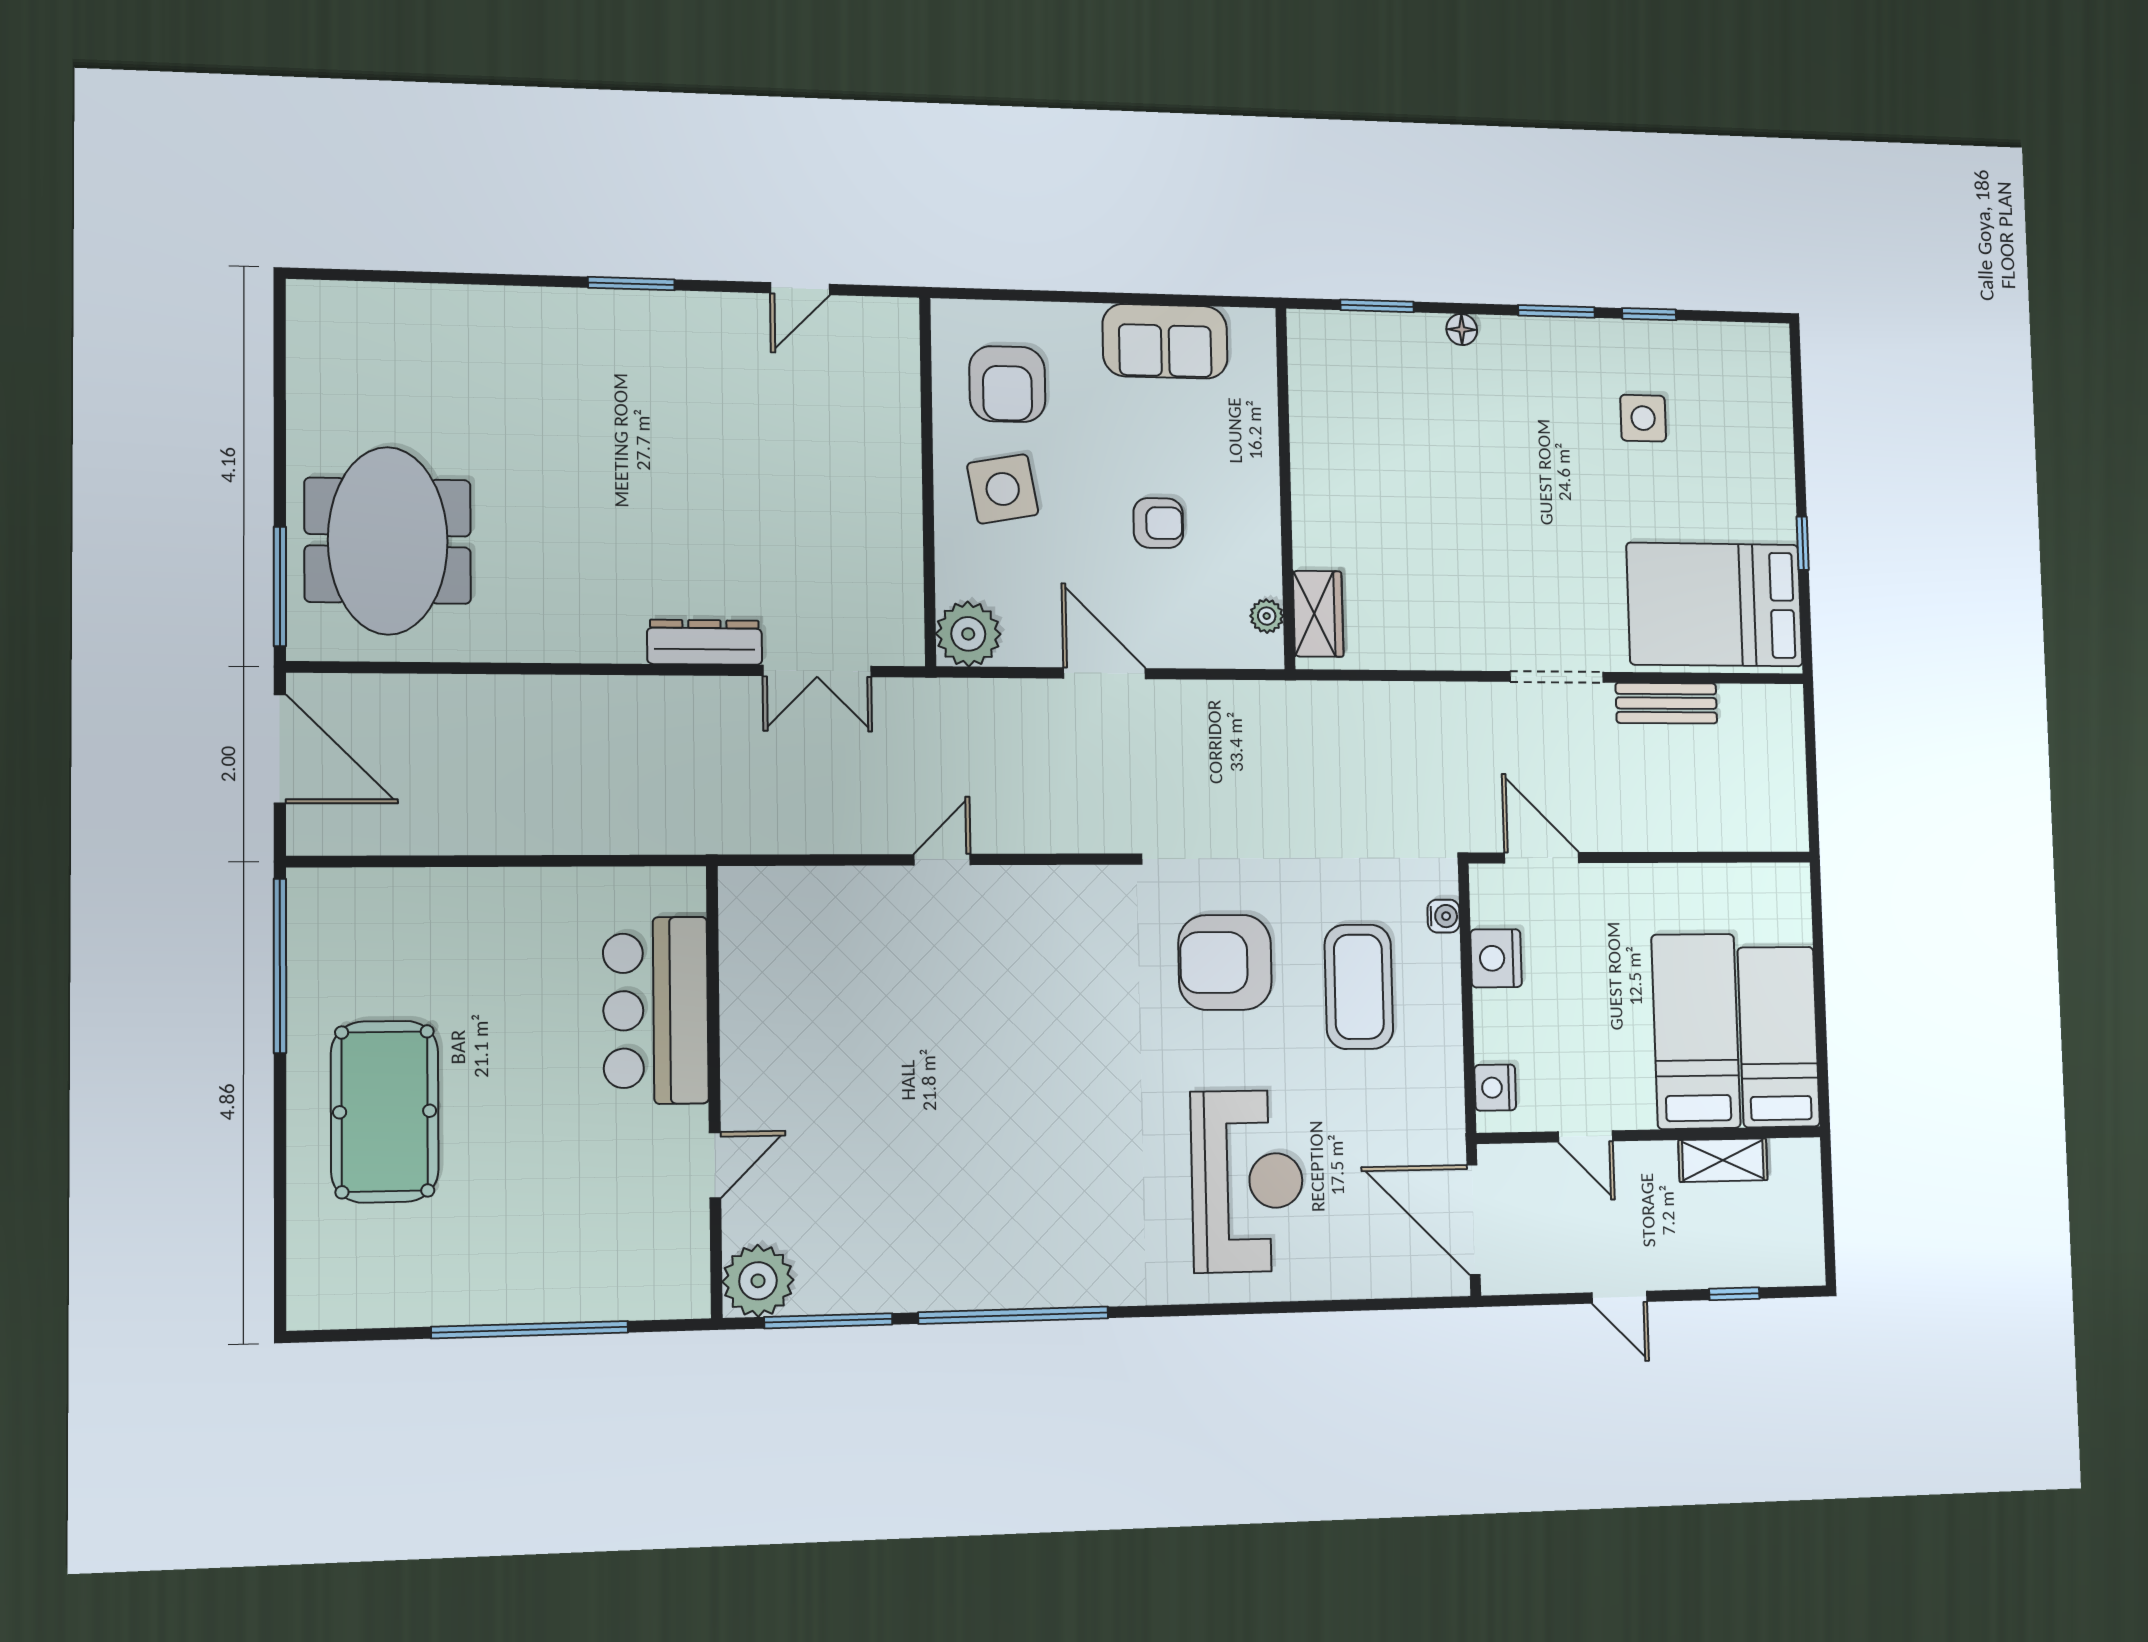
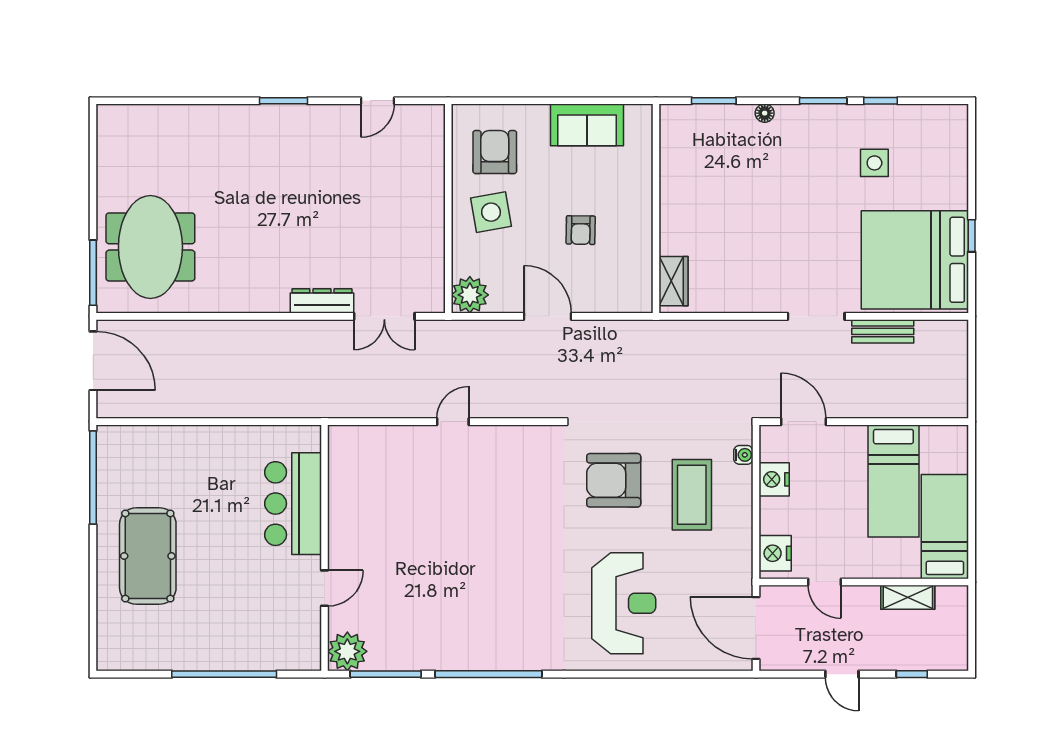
armchair: (1007, 384) -> (495, 152), turned 180
armchair: (1158, 523) -> (581, 230), turned 91
bed: (1715, 605) -> (915, 260), width x1.36
plant: (1267, 616) -> (643, 283), removed
bed: (1696, 1031) -> (893, 481), moved, turned 180
nightstand: (1495, 1088) -> (775, 553), width x1.36, depth x1.33

